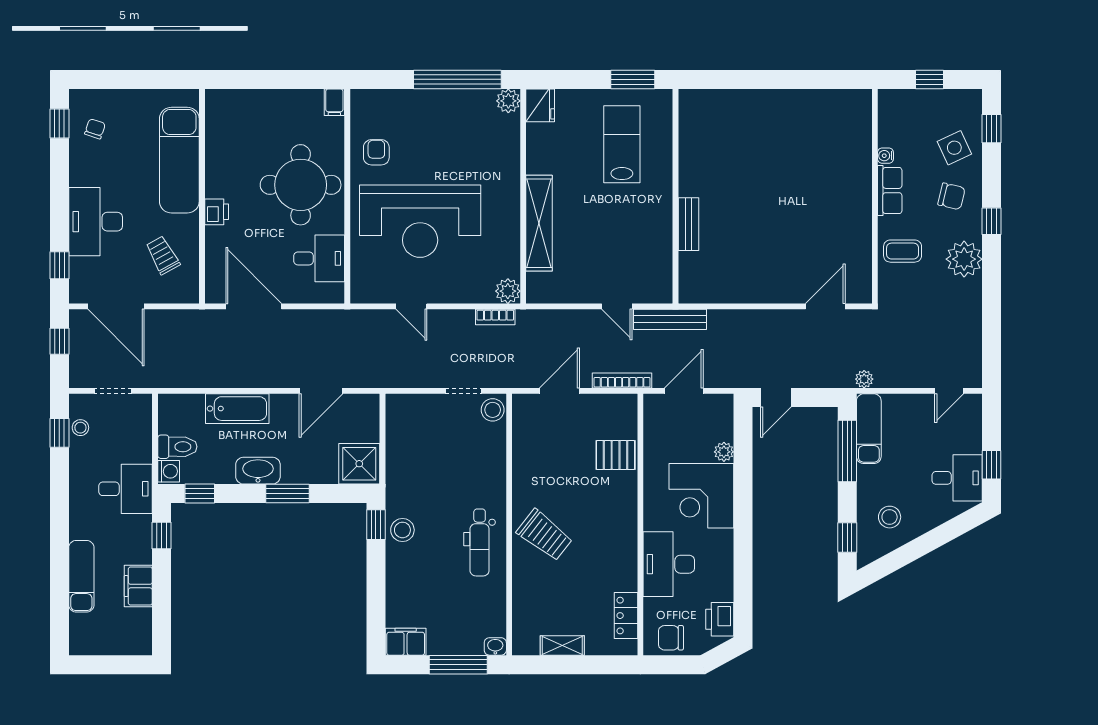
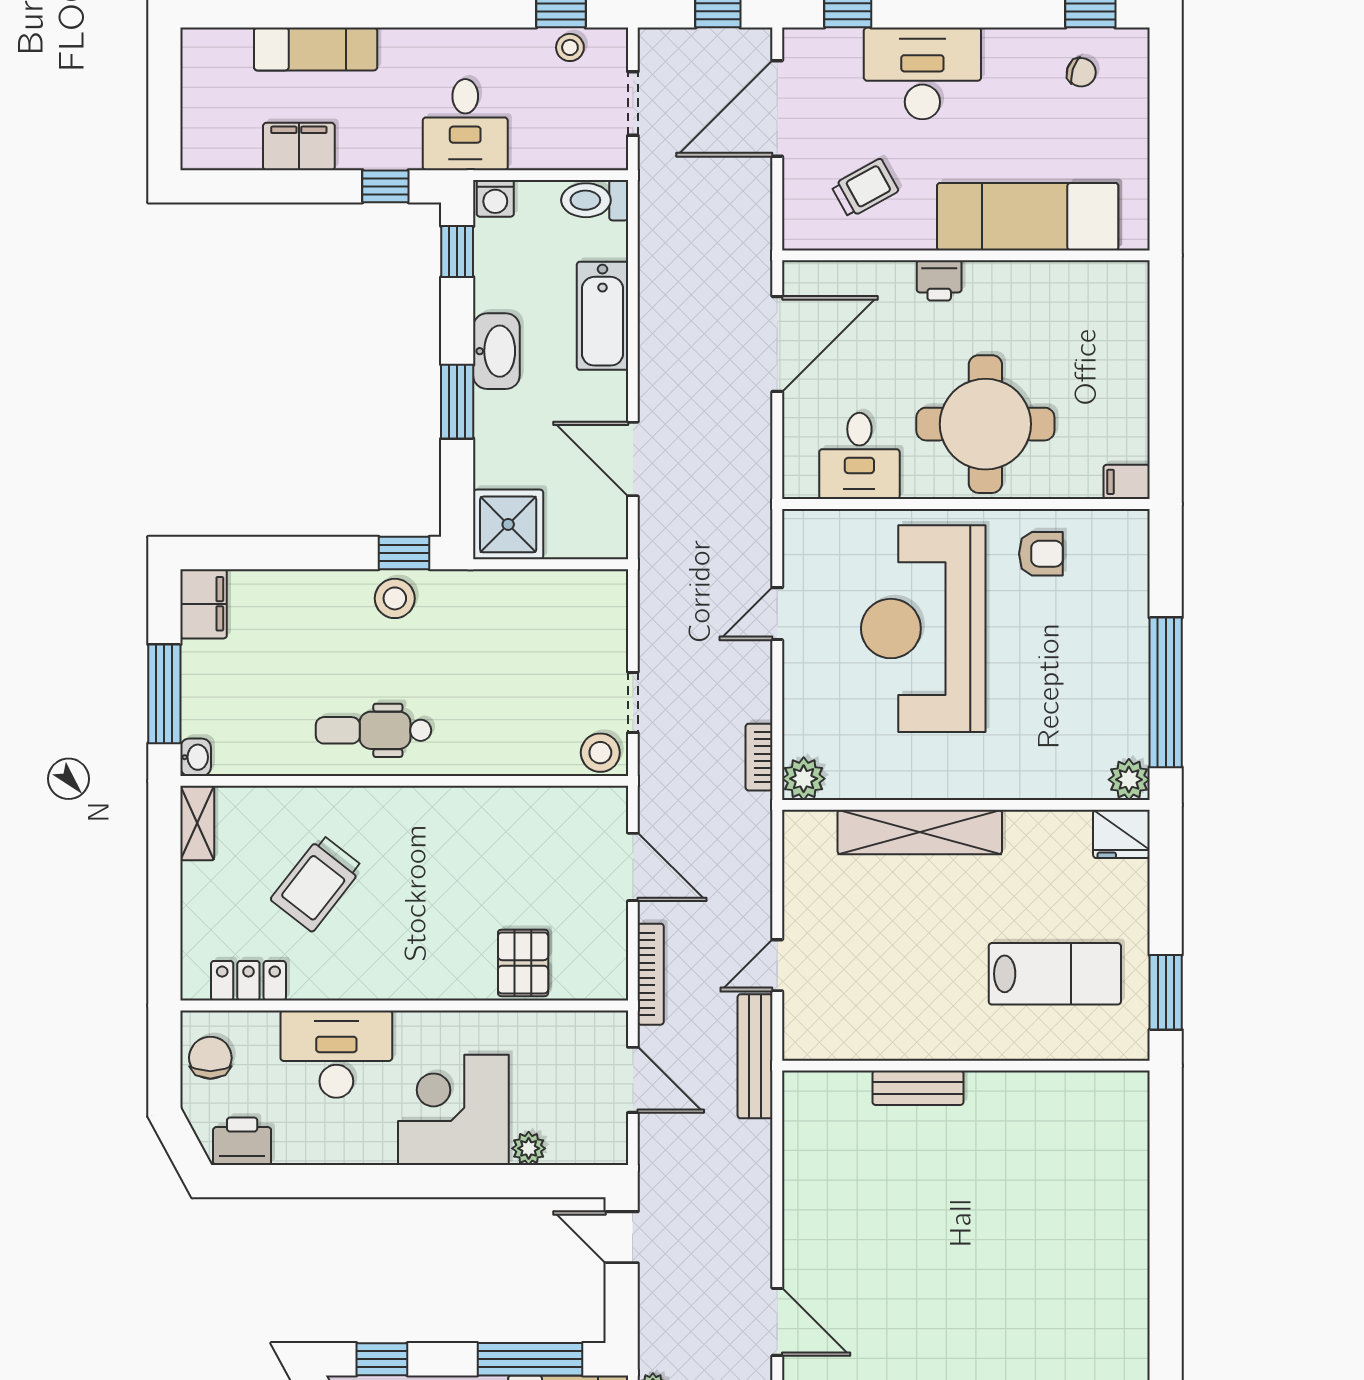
toilet: (177, 447) -> (595, 200), moved, turned 90
trolley: (545, 535) -> (317, 883), moved
shelving: (562, 645) -> (197, 823), moved

